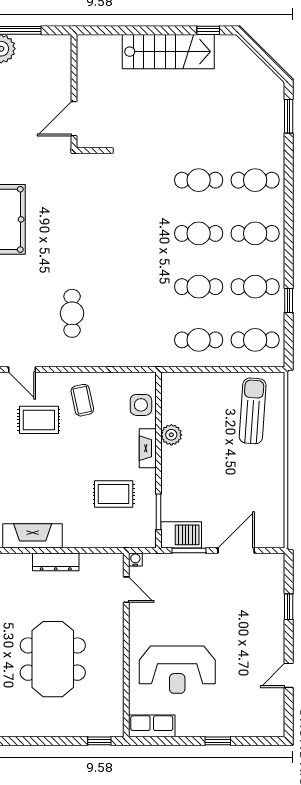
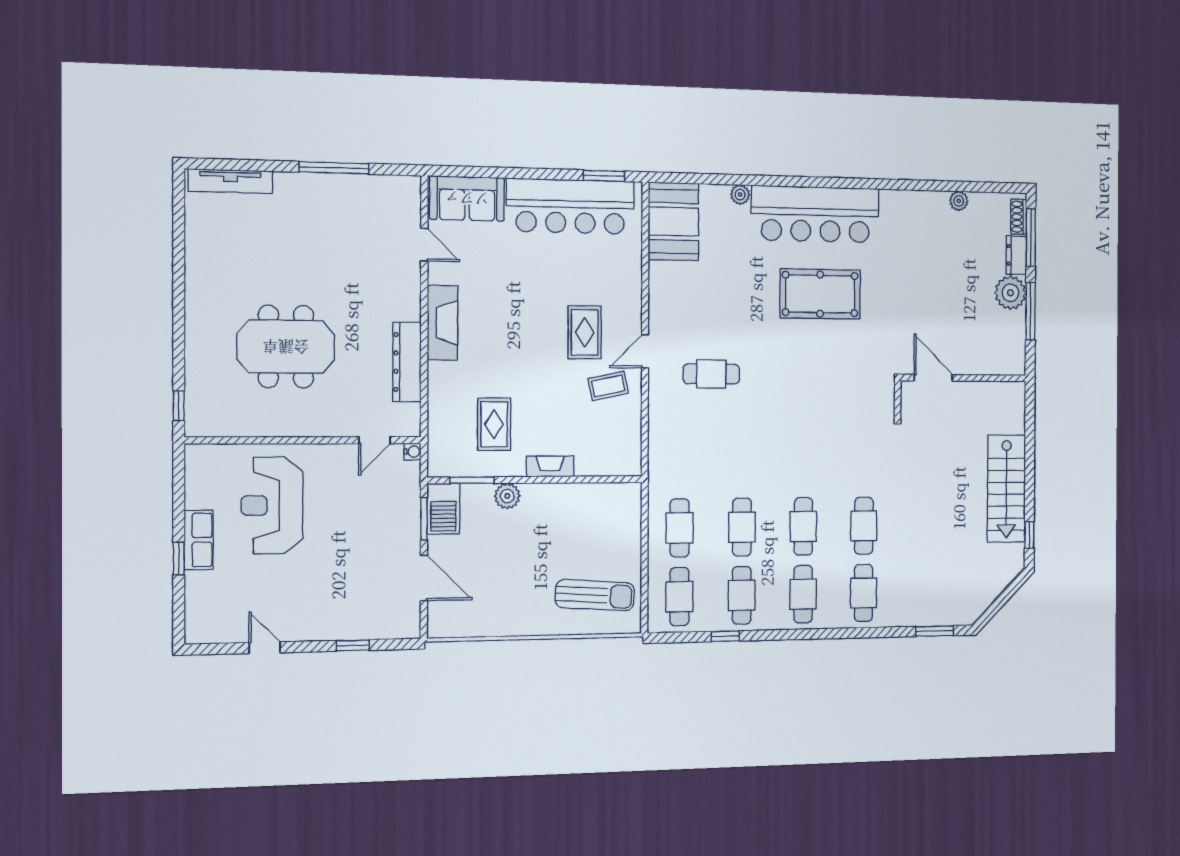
door: (22, 370) -> (645, 351), moved
side table: (141, 405) -> (602, 458), removed
plant: (171, 435) -> (507, 496), moved
dresser: (56, 562) -> (407, 362), width x1.37, depth x1.24
row of seats: (152, 726) -> (199, 540), moved

